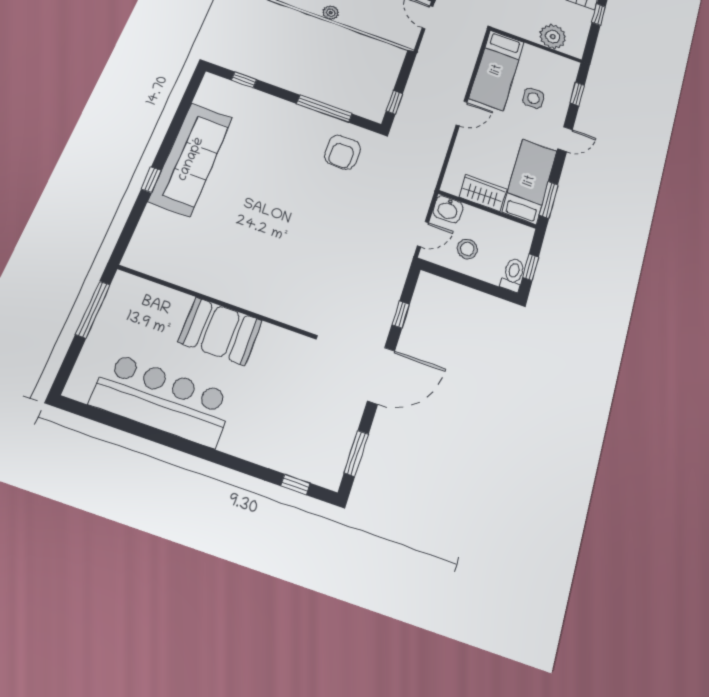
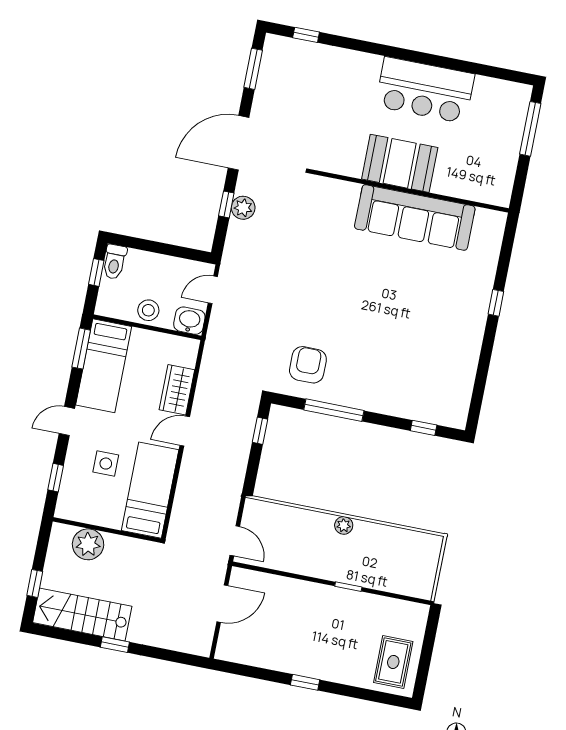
sofa: (191, 159) -> (415, 217), moved, turned -90
wardrobe: (483, 193) -> (177, 390), moved, turned 90
stool: (467, 249) -> (148, 310), moved
window: (93, 309) -> (530, 129), moved
plant: (385, 309) -> (243, 208), added
bar counter: (162, 400) -> (425, 90), width x0.73

